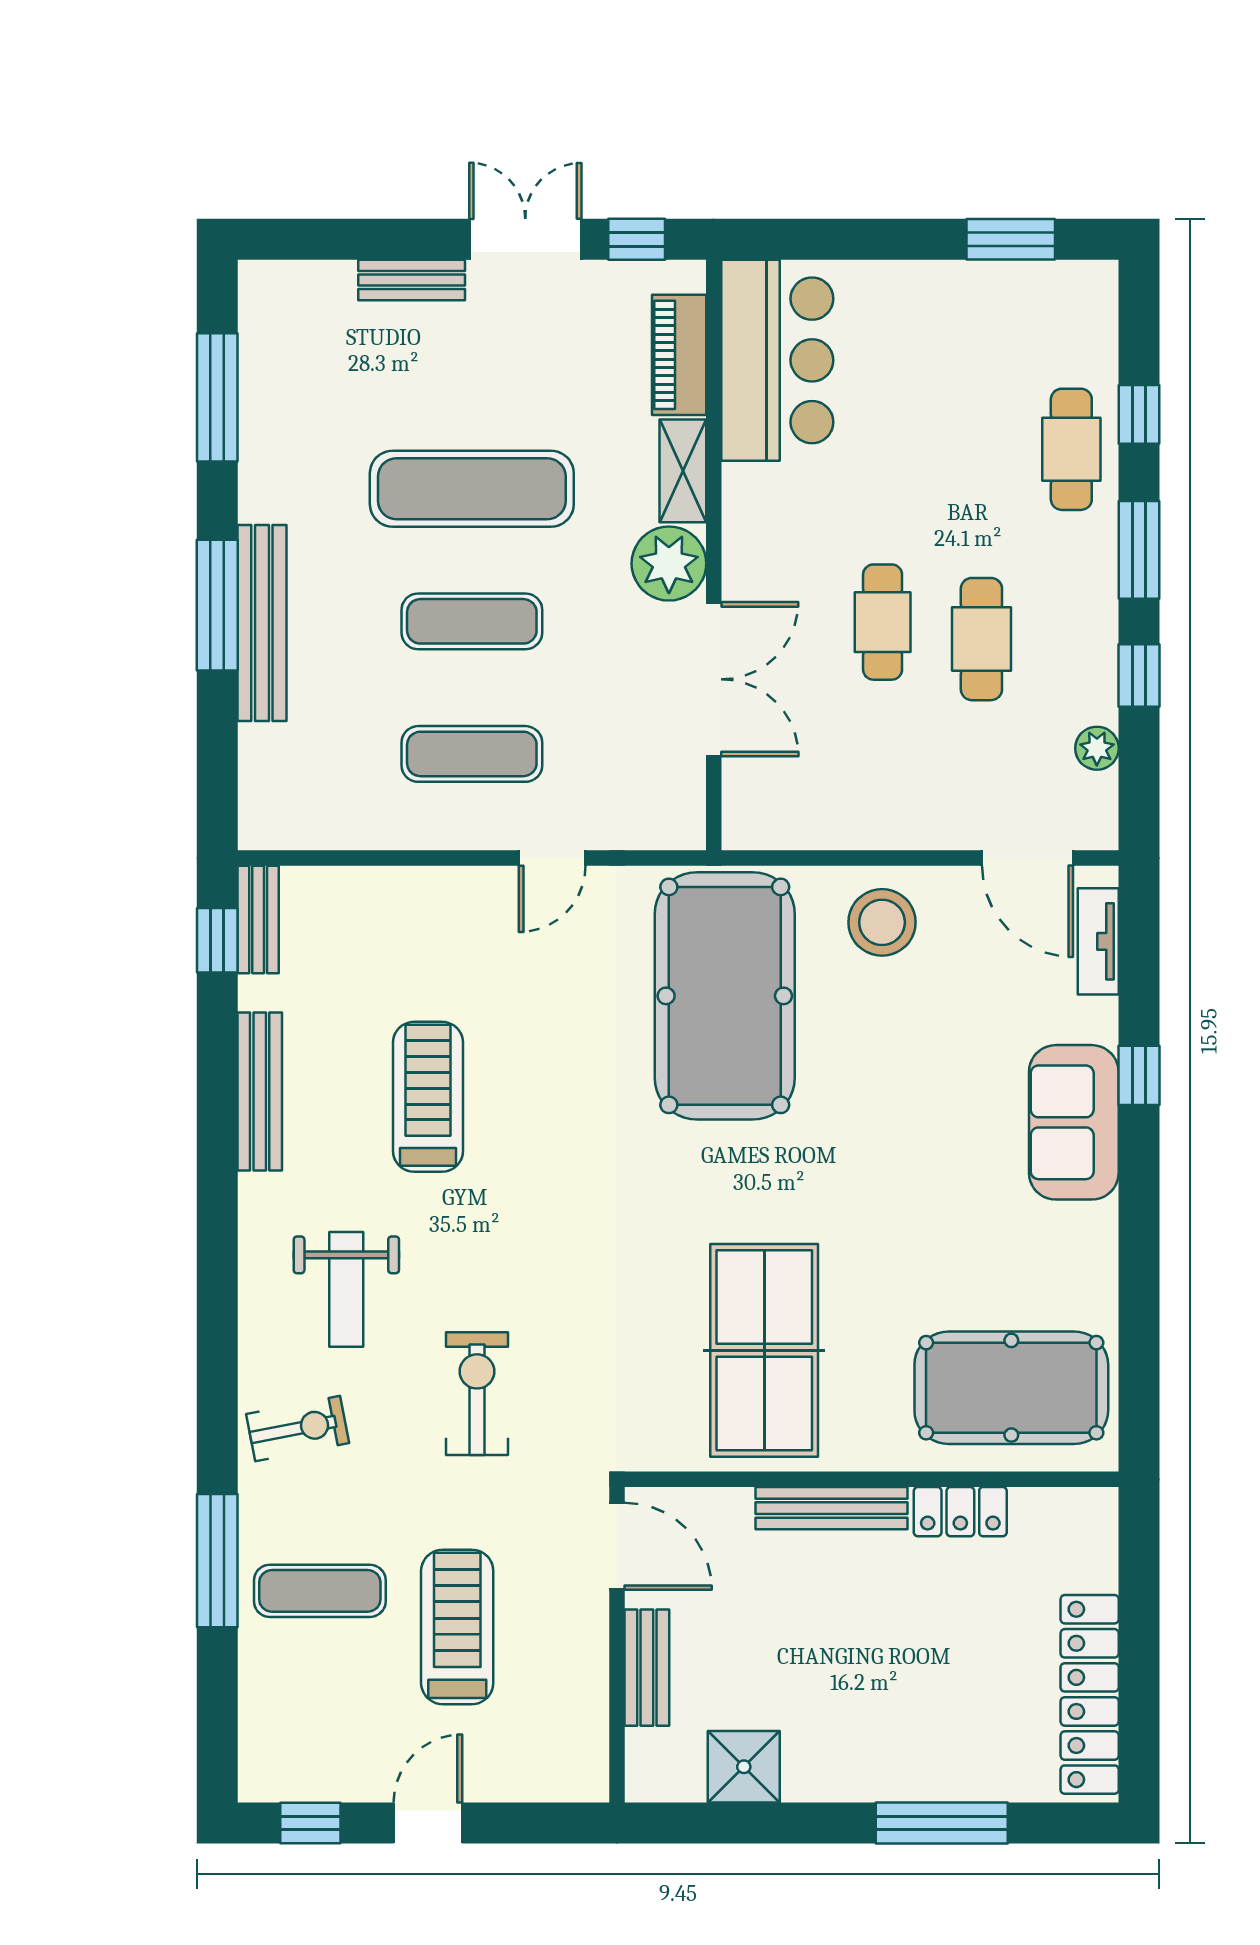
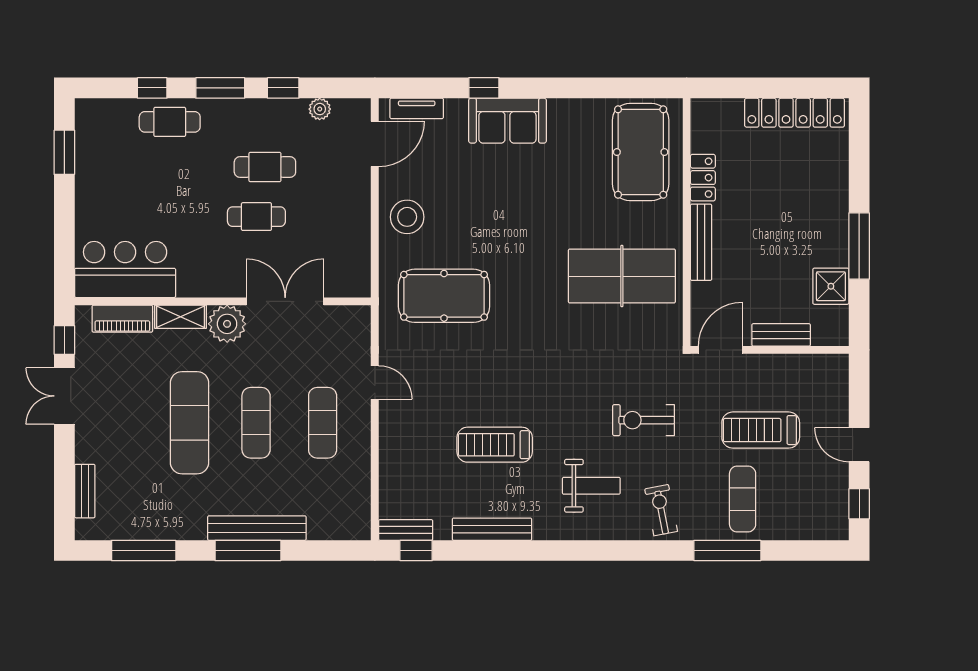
bench: (412, 280) -> (85, 491), moved
pool table: (725, 996) -> (444, 296), width x0.73, depth x0.76
window: (942, 1823) -> (859, 246), moved

